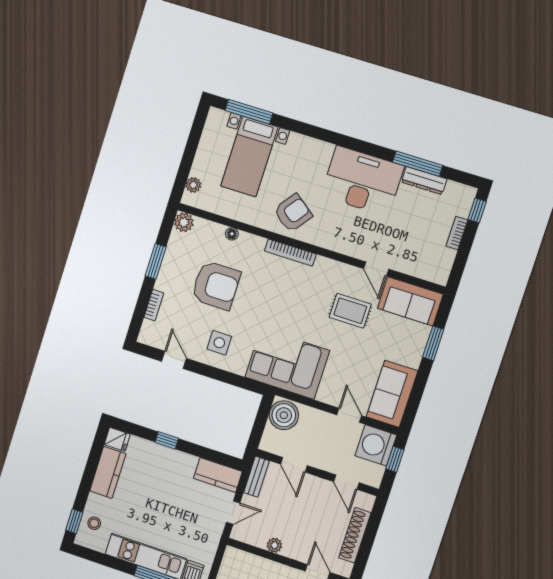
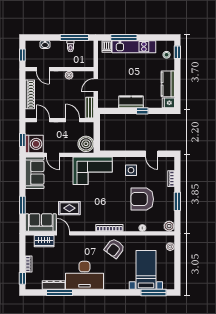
wardrobe: (415, 266) -> (44, 241), added
kitchen counter: (218, 475) -> (131, 102), moved

